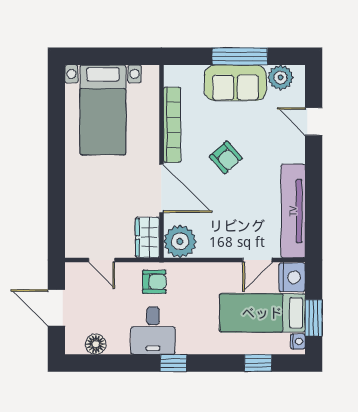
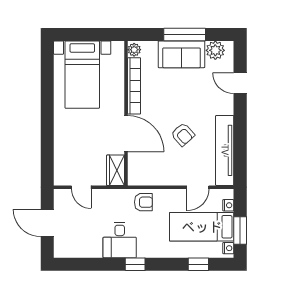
armchair: (226, 157) -> (183, 134), moved
plant: (180, 241) -> (134, 50), moved, width x0.53, depth x0.53
nightstand: (292, 277) -> (228, 205), width x0.53, depth x0.56
armchair: (154, 282) -> (143, 202), moved
floor lamp: (96, 344) -> (77, 250), removed

